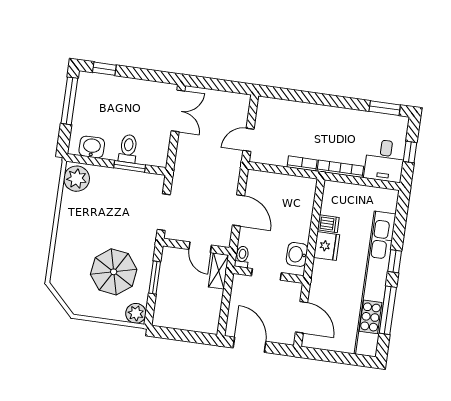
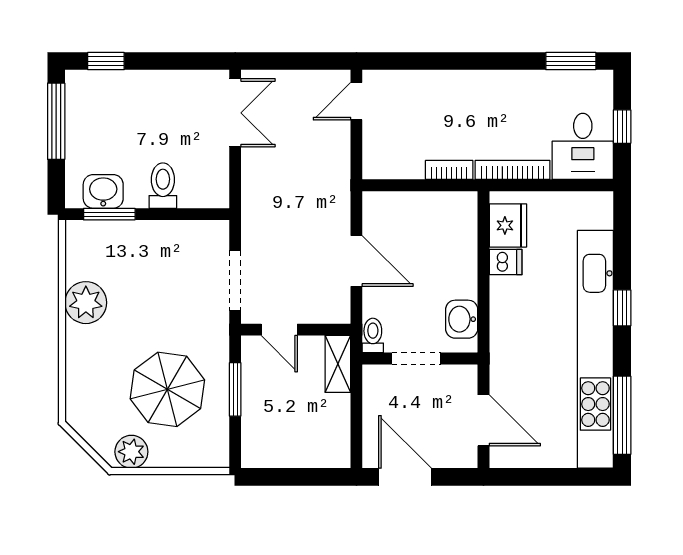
door: (248, 140) -> (356, 101), moved
window: (130, 166) -> (109, 214), moved
plant: (77, 179) -> (86, 303), moved
fridge: (327, 246) -> (508, 225), moved
door: (200, 247) -> (279, 330), moved
window: (388, 310) -> (622, 415), moved
plant: (136, 313) -> (131, 452), moved

